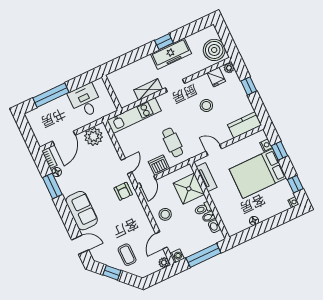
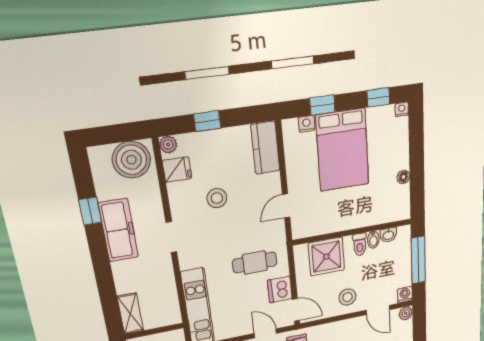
window: (164, 42) -> (90, 211), moved
shelving: (148, 90) -> (130, 314), moved
tv unit: (206, 177) -> (320, 227), removed

